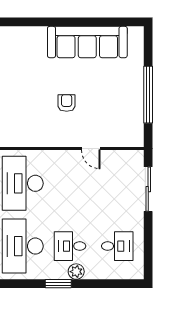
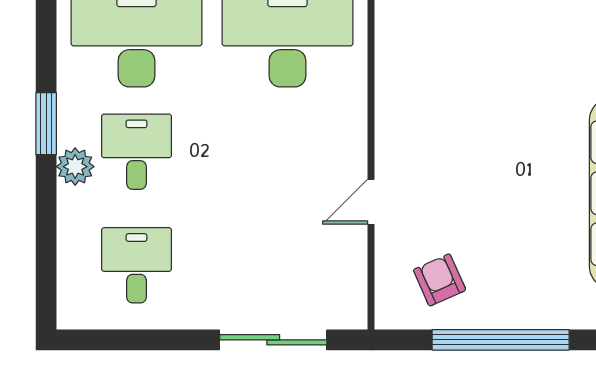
armchair: (67, 103) -> (440, 280), moved, turned -114
desk: (117, 246) -> (136, 265), turned 180

